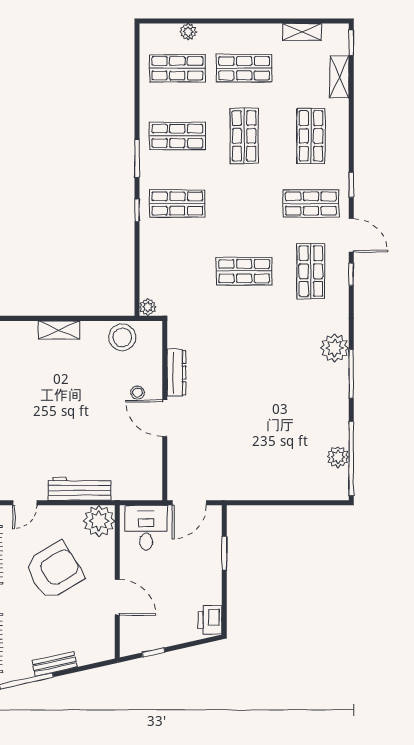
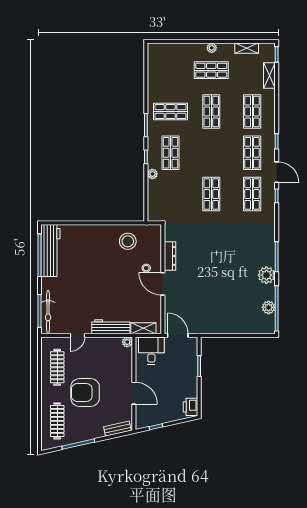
plant: (188, 32) -> (212, 48), moved
shop shelf: (177, 68) -> (171, 70), removed
shop shelf: (177, 204) -> (171, 153), turned 90
shop shelf: (311, 204) -> (252, 153), turned 90
shop shelf: (244, 271) -> (211, 194), turned 90
plant: (148, 307) -> (152, 174), moved
shelving: (59, 330) -> (143, 328), moved
stool: (122, 337) -> (128, 241), moved
plant: (335, 348) -> (266, 275), moved
door: (189, 503) -> (178, 335), swing flipped
plant: (99, 521) -> (127, 342), width x0.53, depth x0.53
armchair: (54, 571) -> (85, 392), moved, turned -149
bench: (55, 664) -> (117, 429), moved

